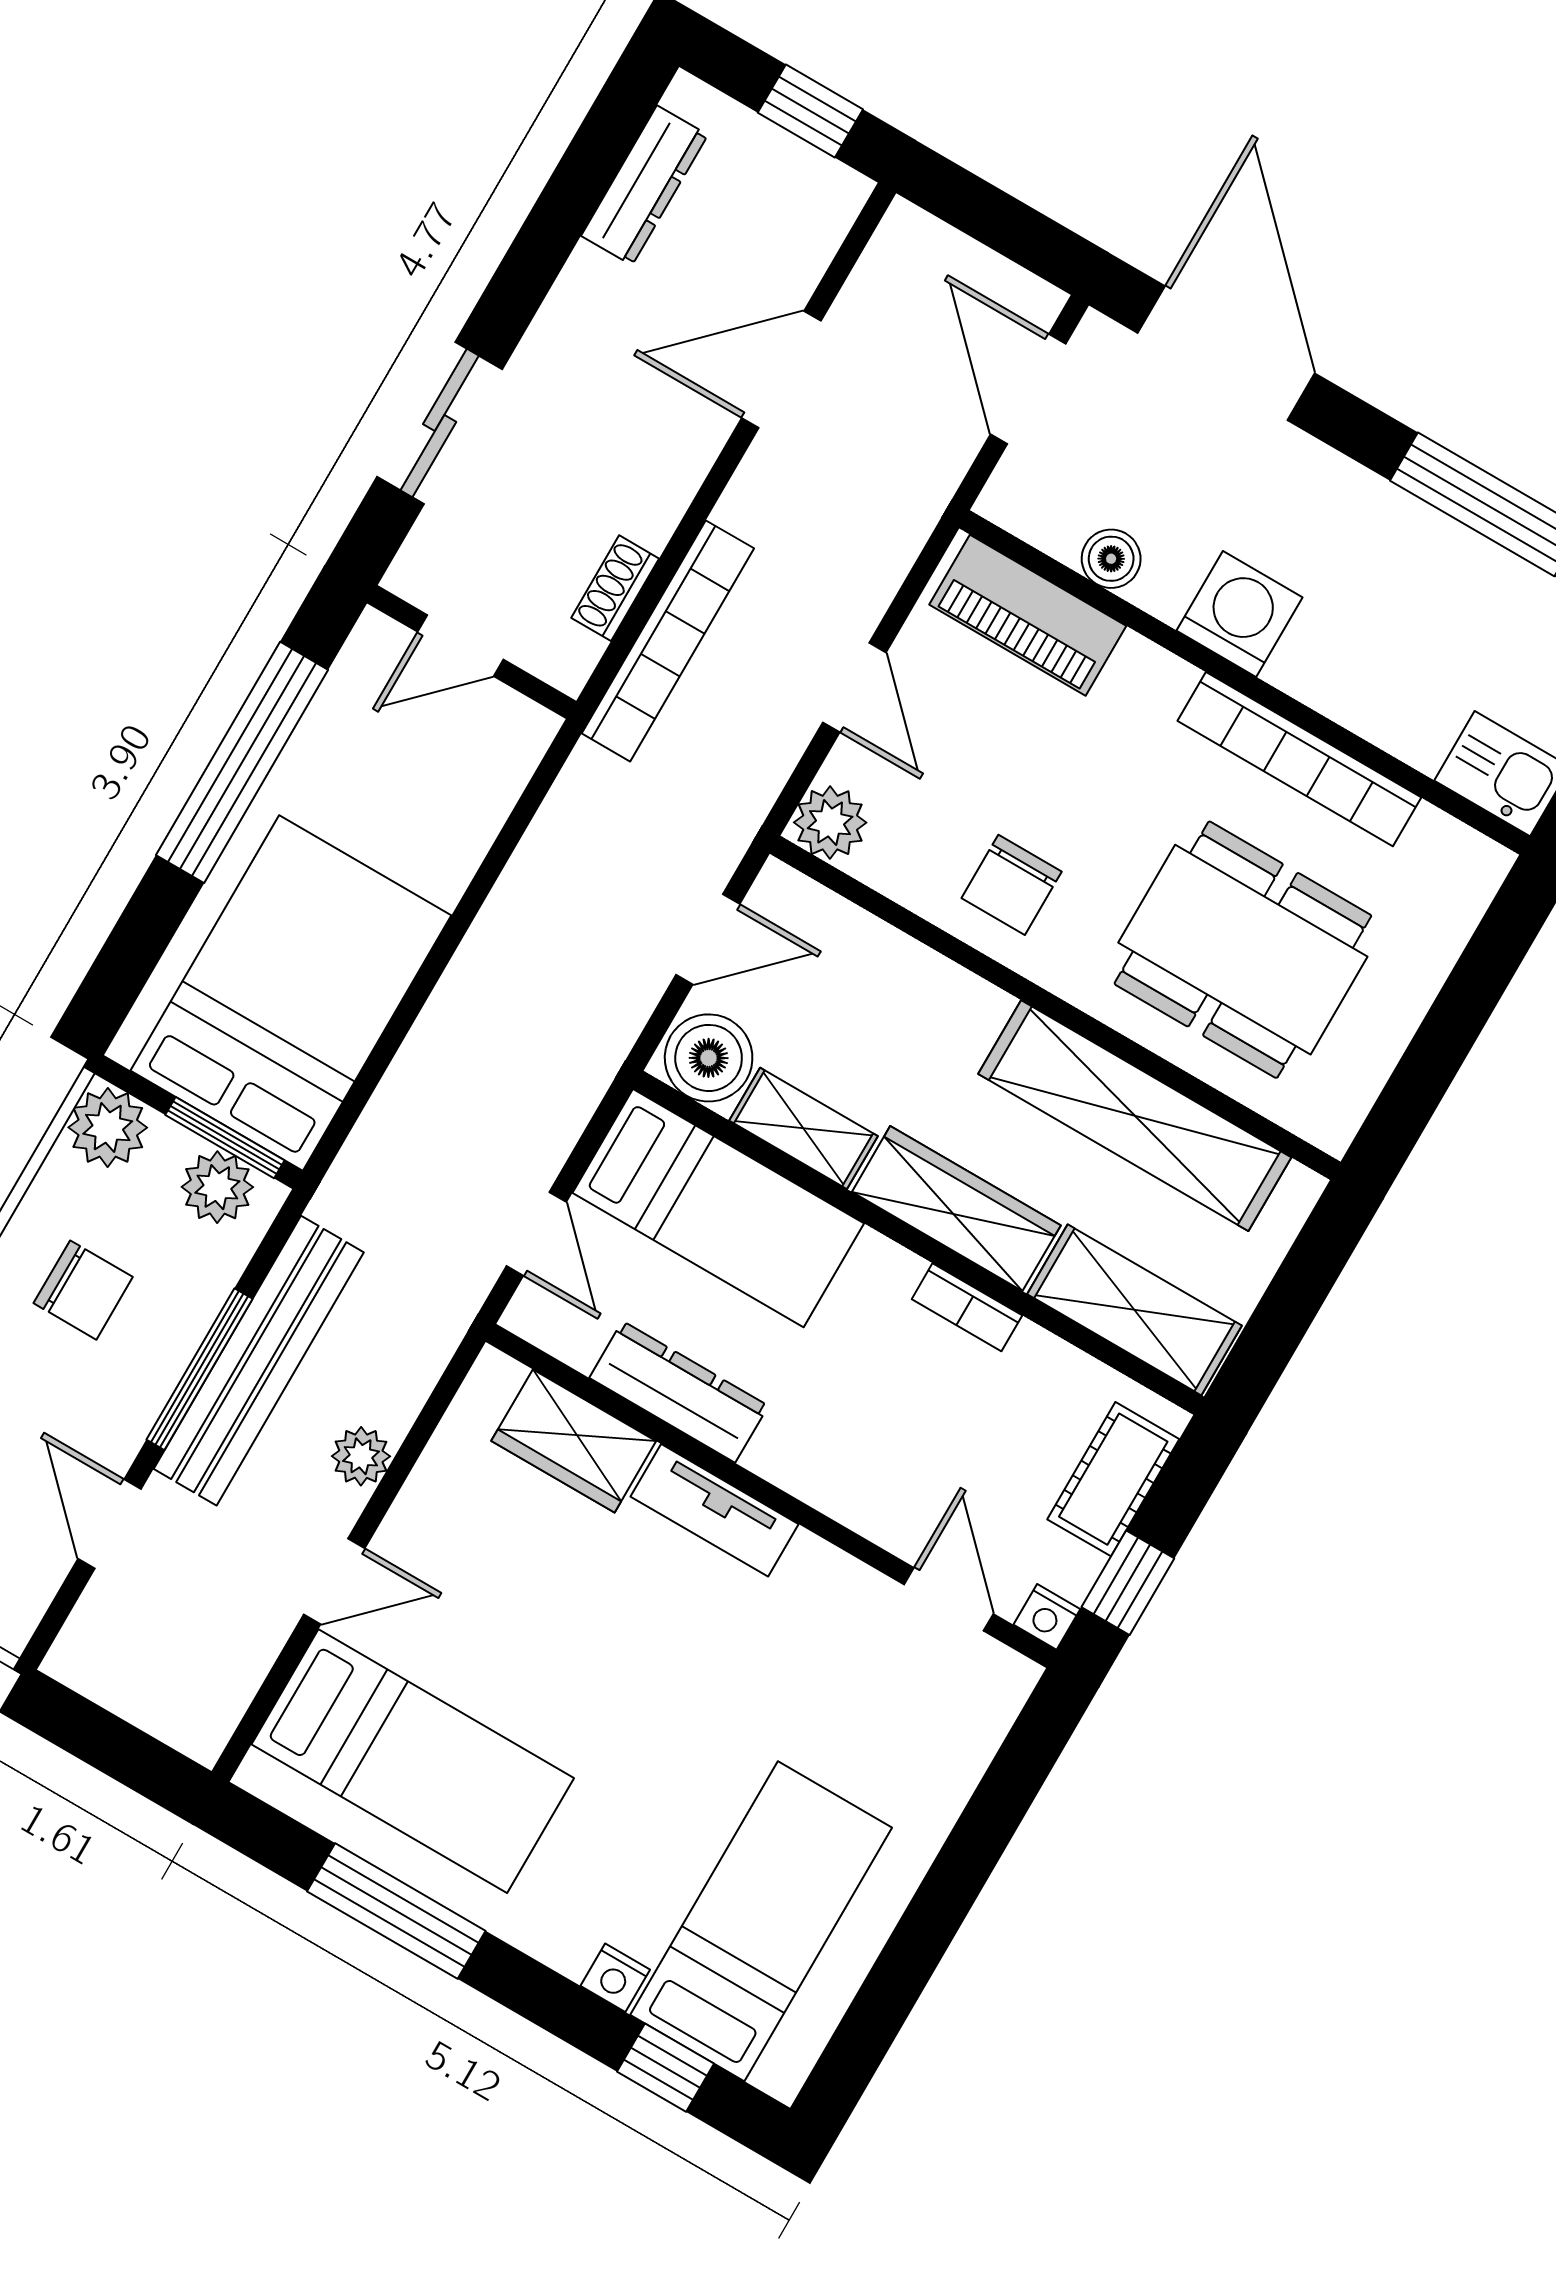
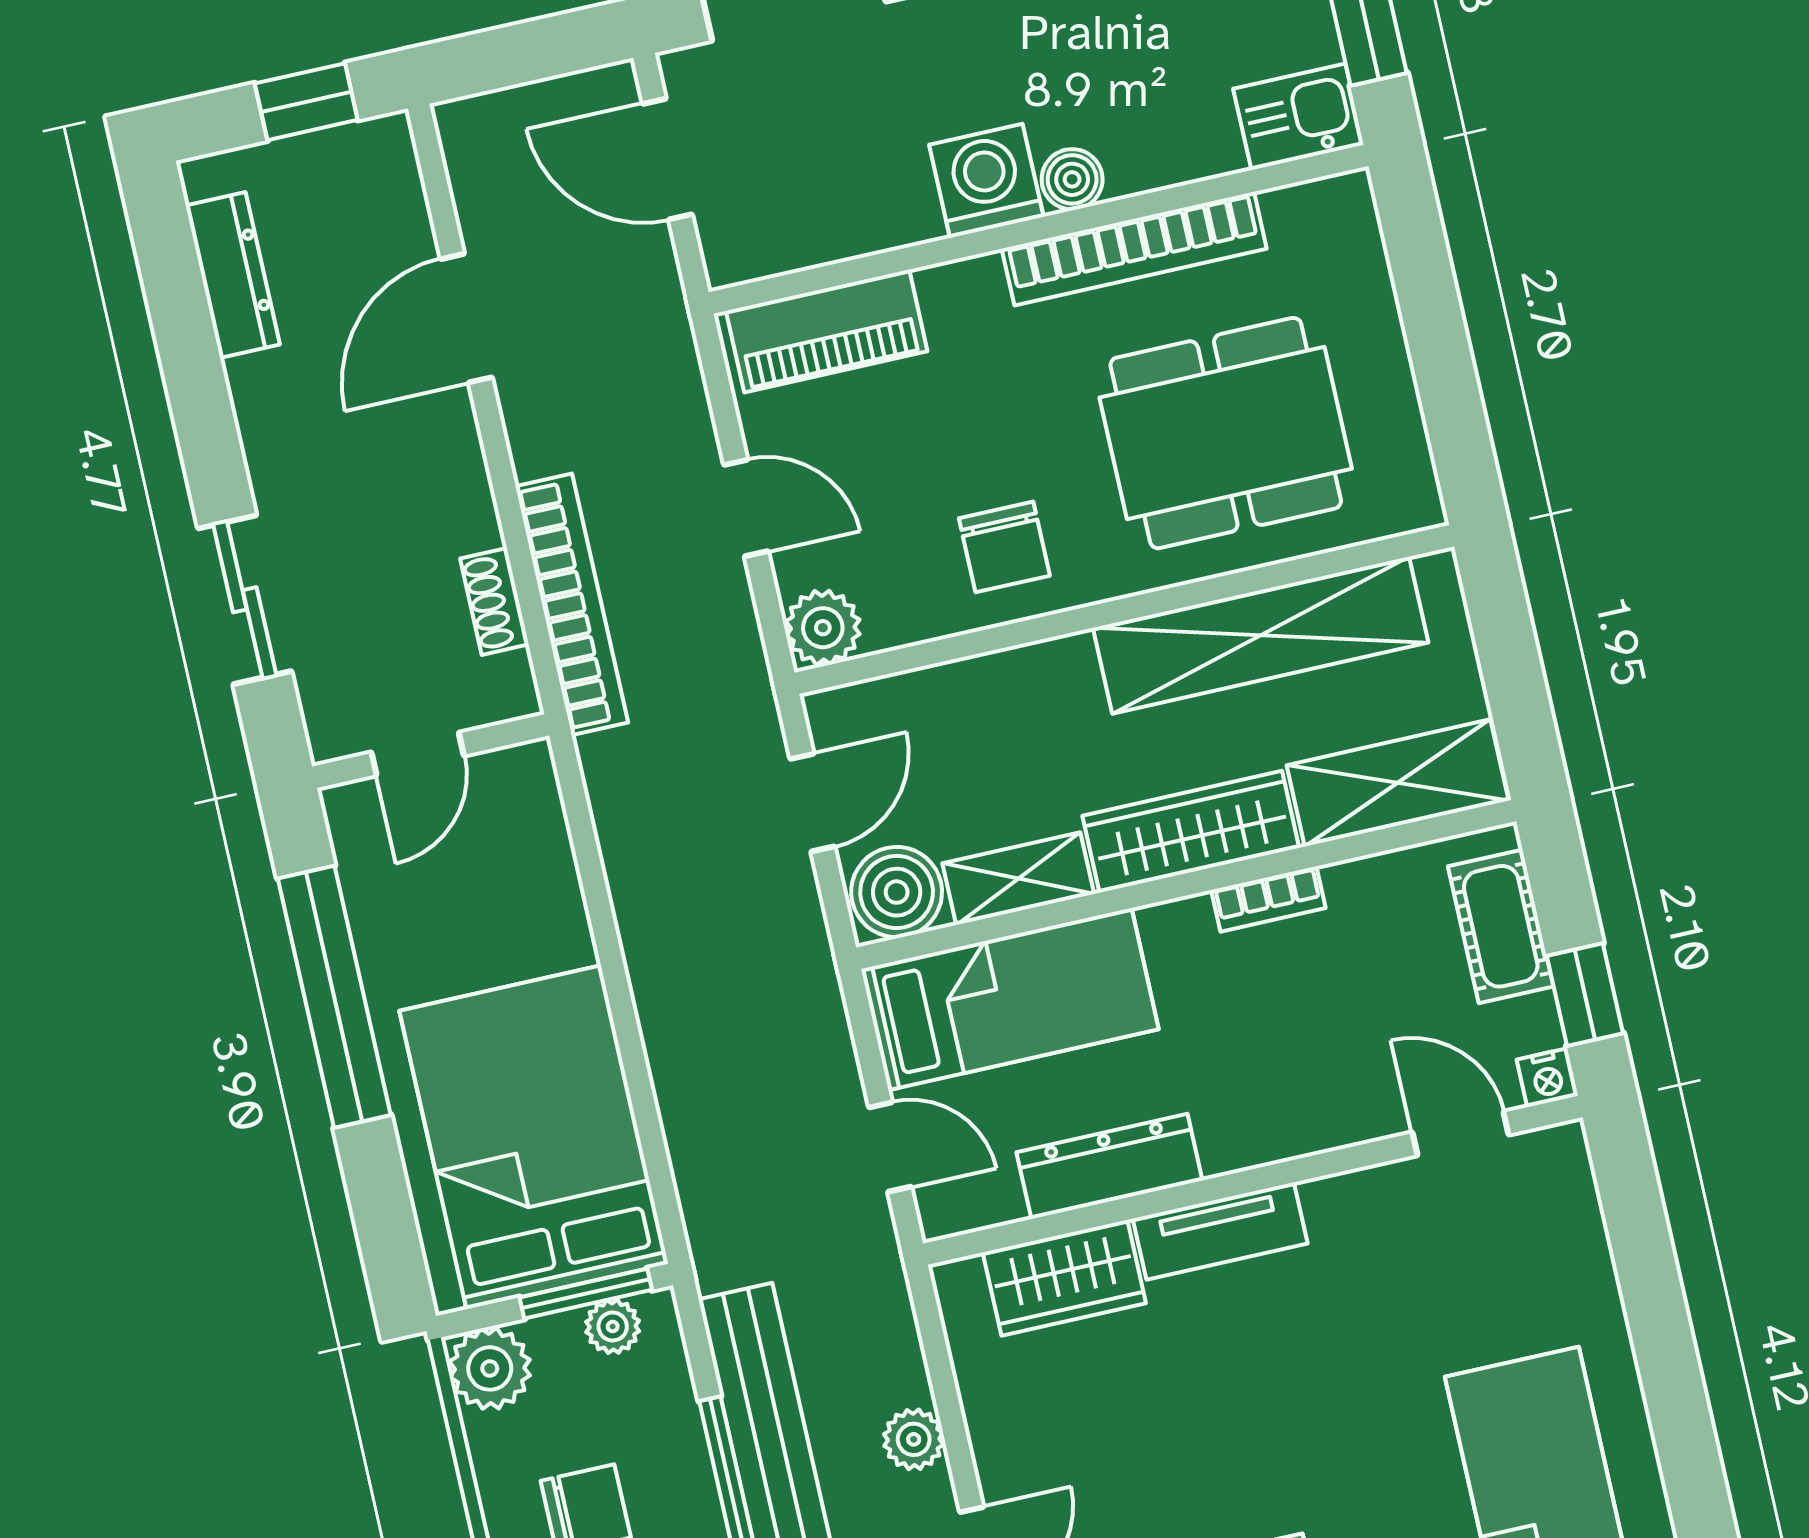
boiler: (1111, 559) -> (1072, 179), moved
plant: (217, 1187) -> (613, 1326), width x0.73, depth x0.73

